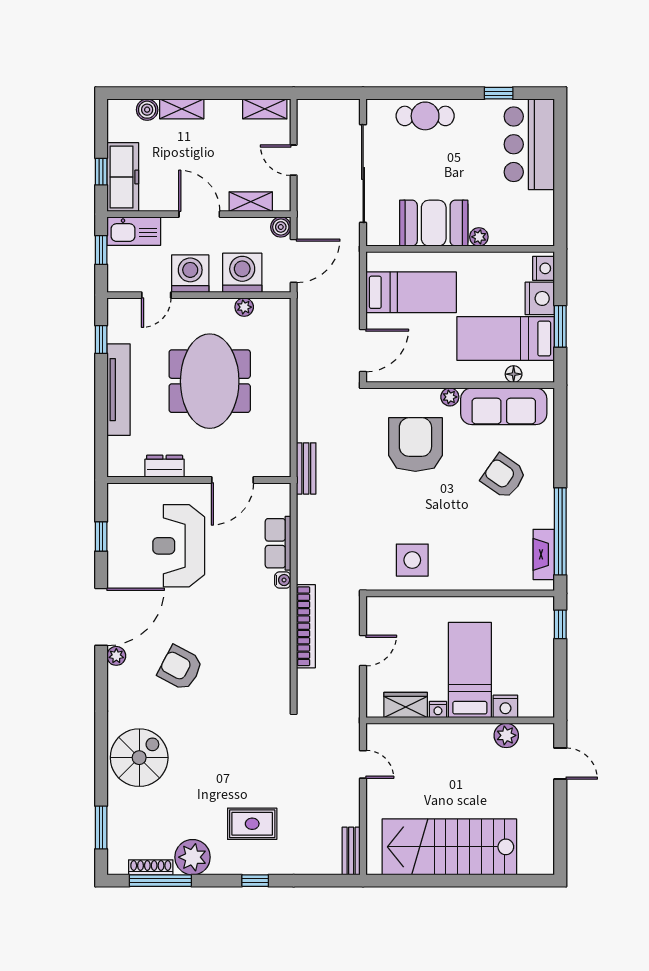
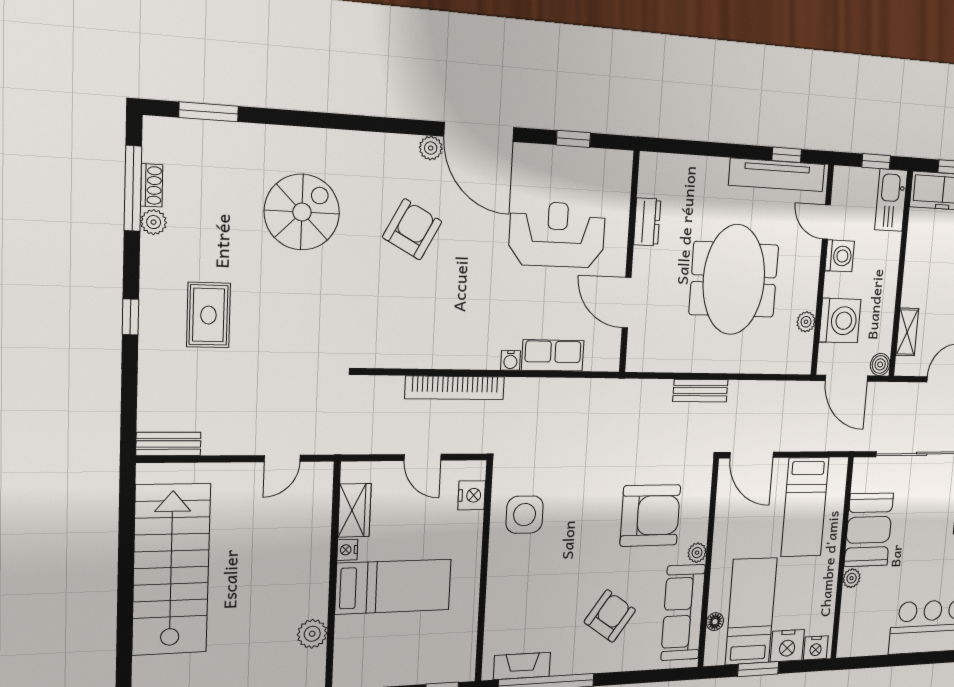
door: (199, 214) -> (901, 275), removed
washing machine: (190, 274) -> (840, 256), width x0.73, depth x0.73
meeting table: (210, 381) -> (734, 280), turned 90
tv unit: (119, 390) -> (777, 175), moved
bench: (306, 468) -> (700, 391), moved
nightstand: (505, 706) -> (472, 495), moved, turned 180
spiral stairs: (139, 758) -> (302, 212), moved, turned -90
plant: (193, 857) -> (154, 222), width x0.53, depth x0.53
shoe rack: (151, 867) -> (152, 185), width x0.70

